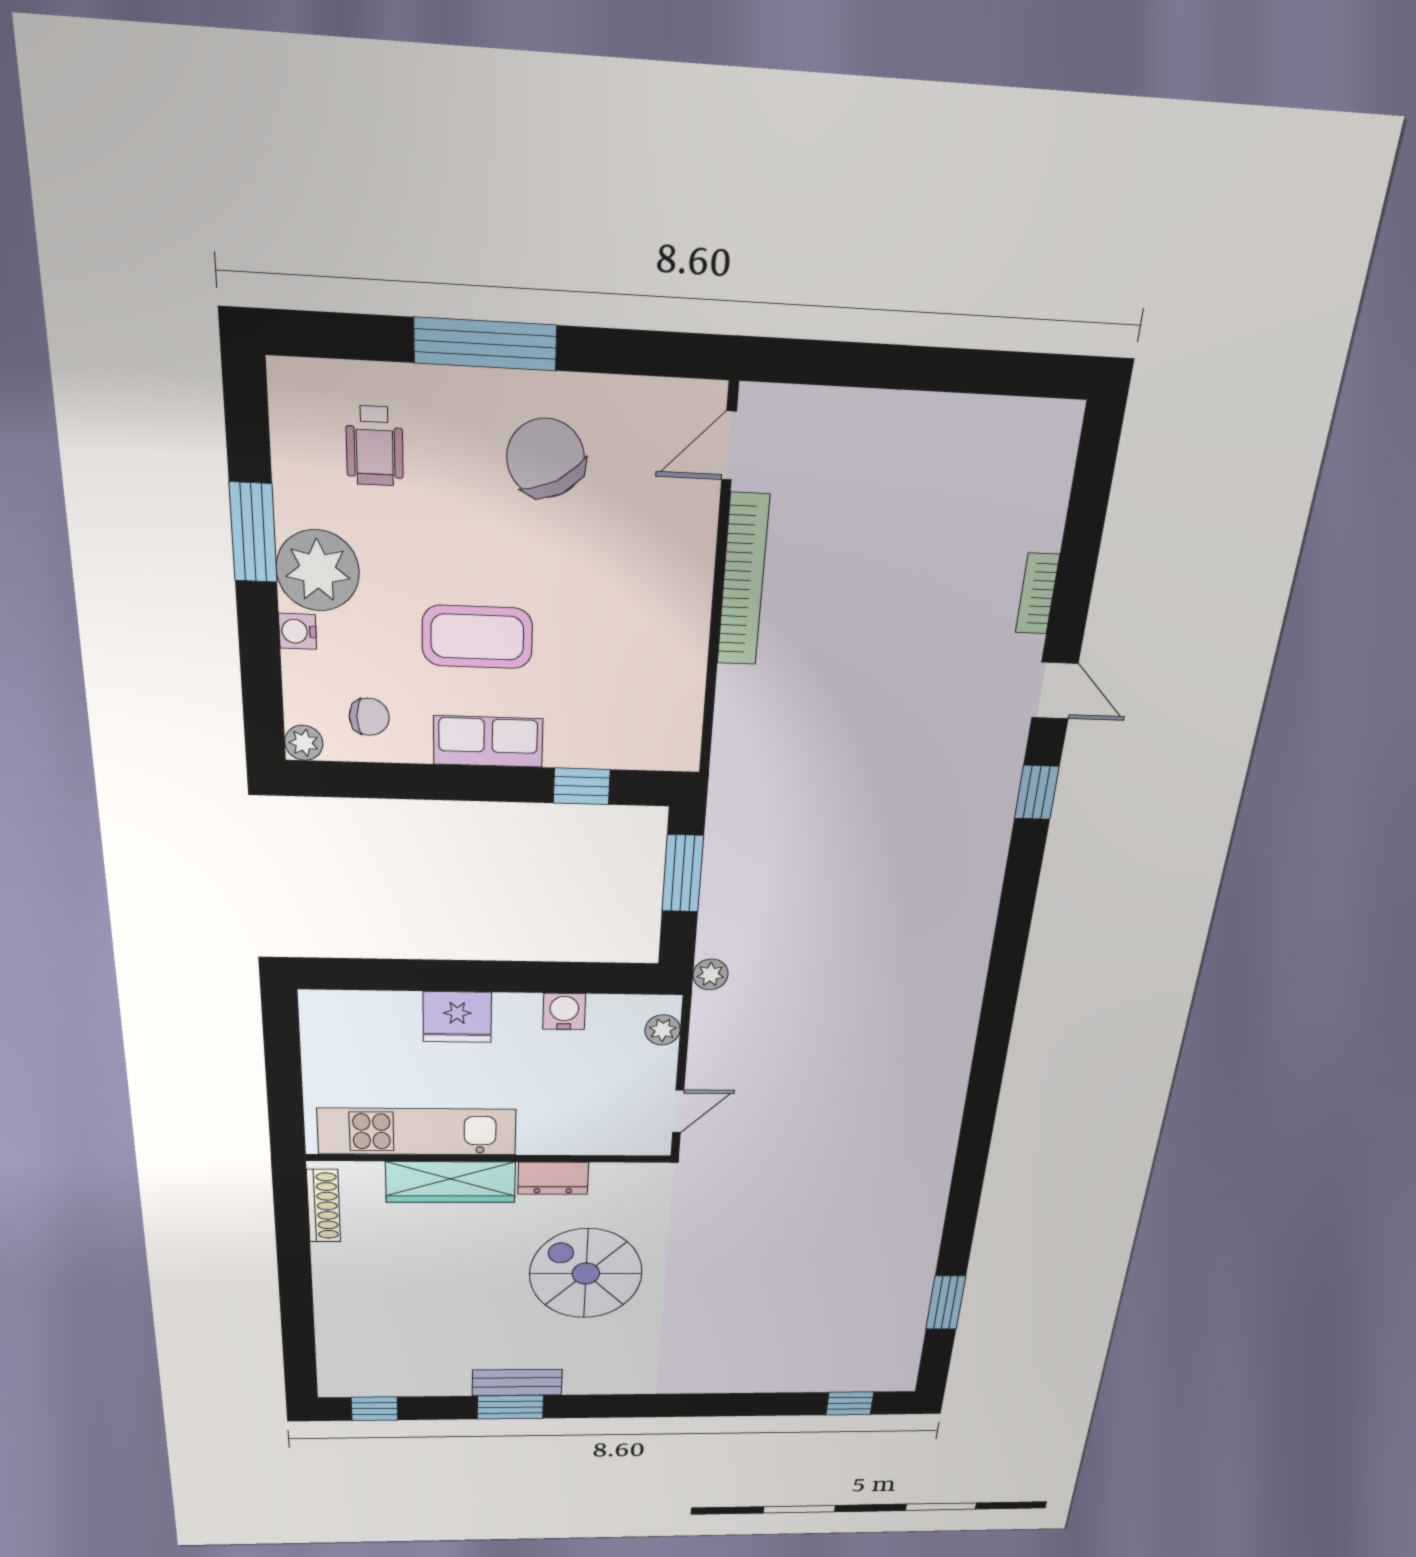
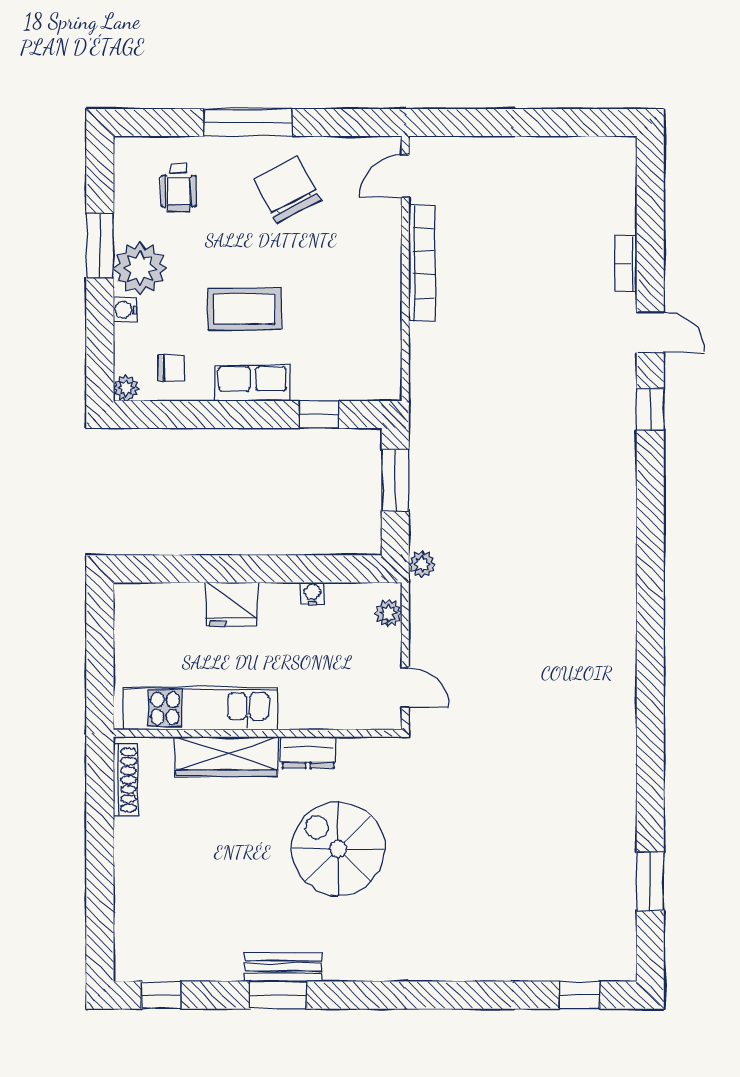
water cooler: (564, 1011) -> (312, 594), width x0.72, depth x0.72
door: (678, 1111) -> (405, 688), hinge flipped

